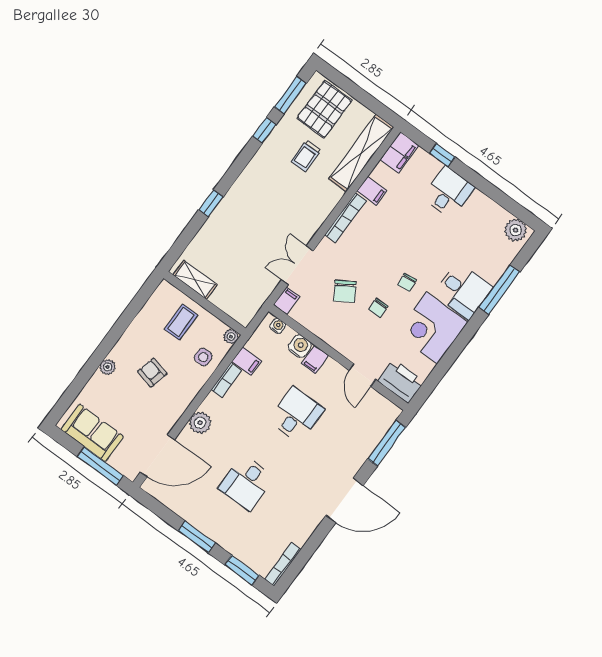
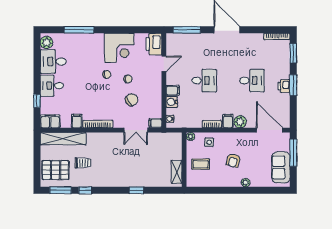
desk: (463, 291) -> (53, 62), moved, turned -90
filing cabinet: (247, 361) -> (228, 121), moved
desk: (296, 415) -> (204, 81), turned 180
printer: (205, 523) -> (284, 86), added

